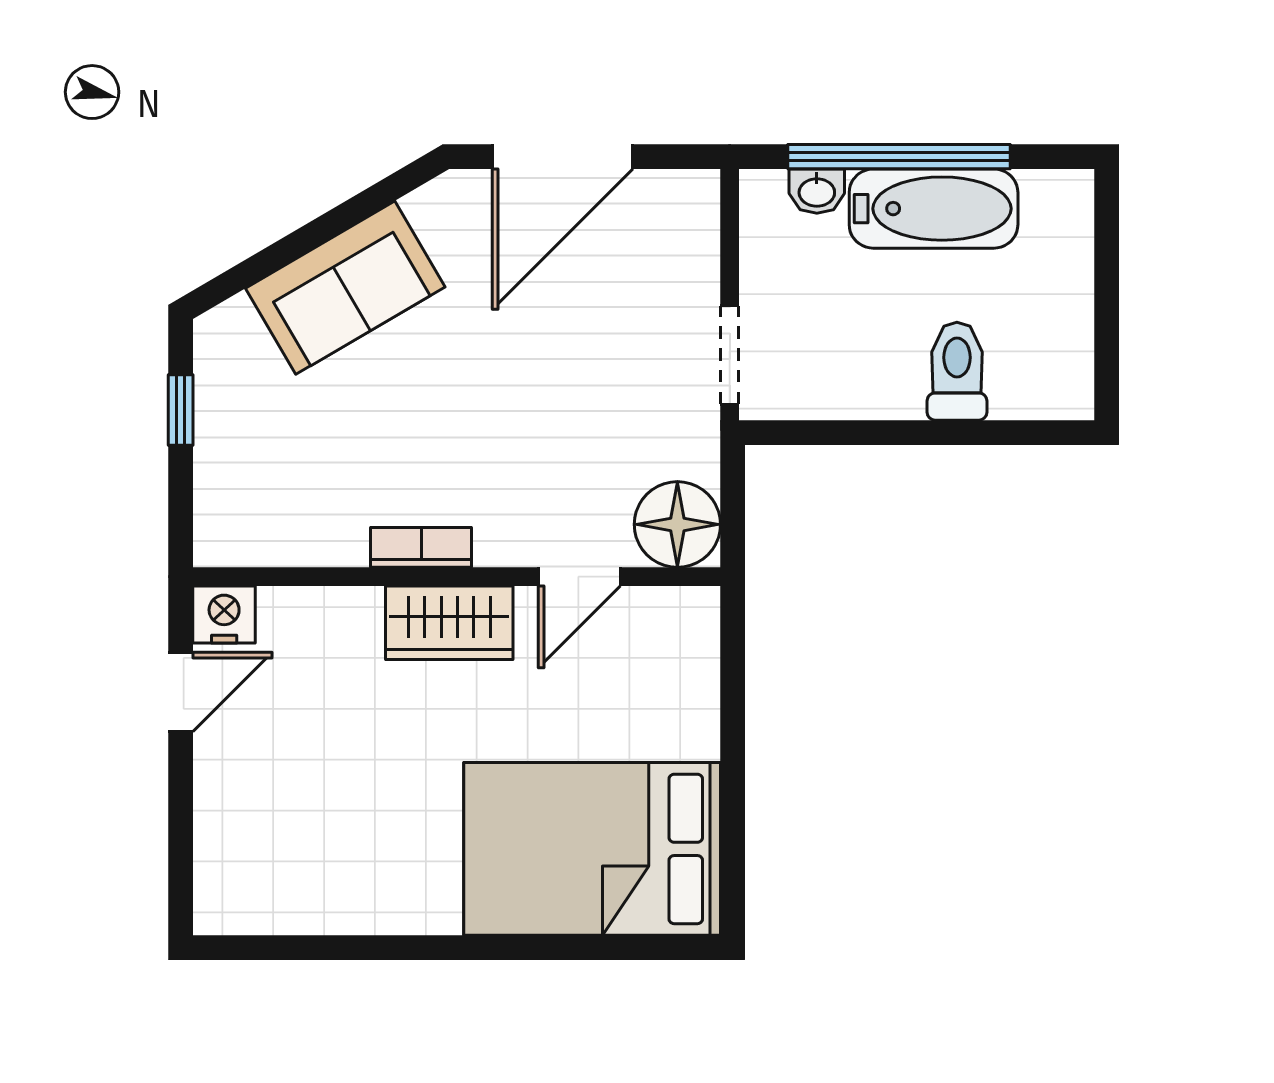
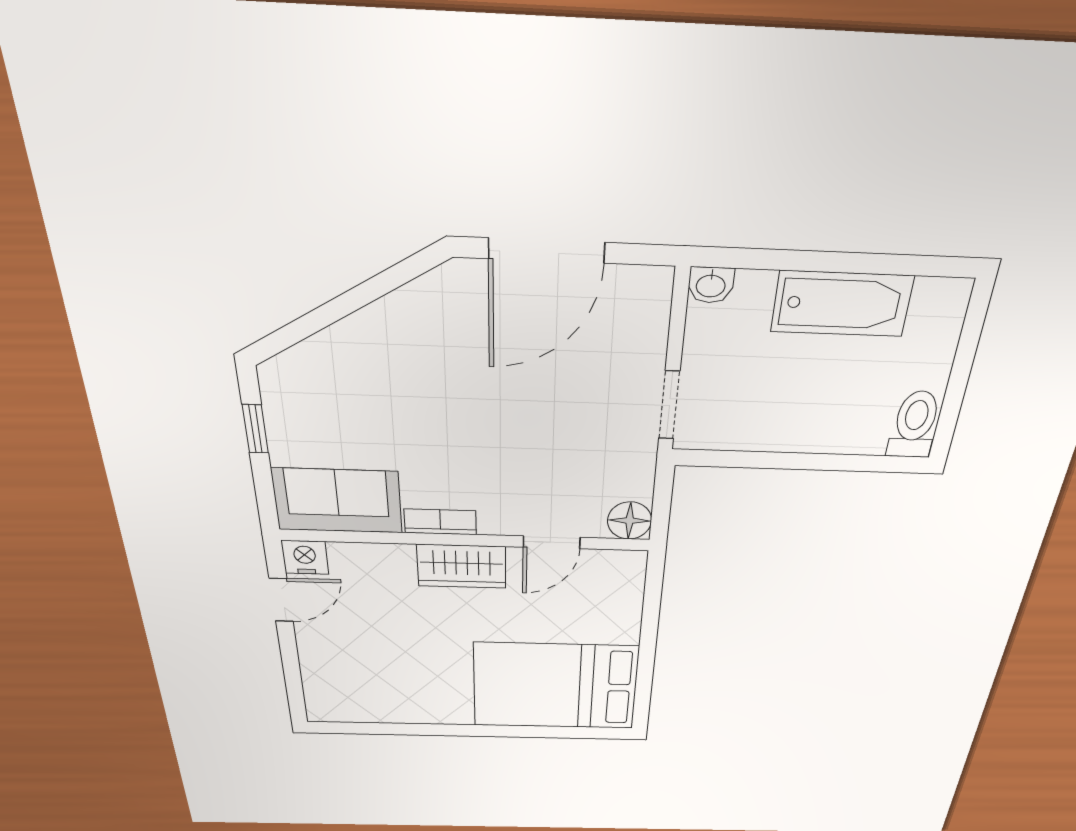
window: (899, 157) -> (822, 262), removed
washbasin: (817, 191) -> (711, 285), moved
sofa: (345, 288) -> (337, 501), moved, turned -150
toilet: (957, 371) -> (914, 424), moved
floor lamp: (677, 524) -> (630, 521), width x0.73, depth x0.73

